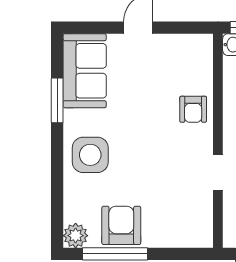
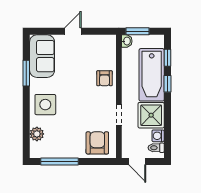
armchair: (121, 225) -> (97, 143), moved
plant: (76, 236) -> (37, 134), moved

